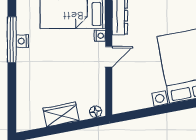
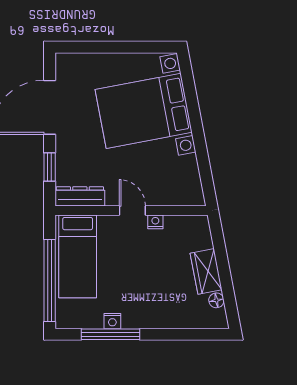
nightstand: (100, 36) -> (155, 222), moved
floor lamp: (96, 112) -> (216, 300), moved

